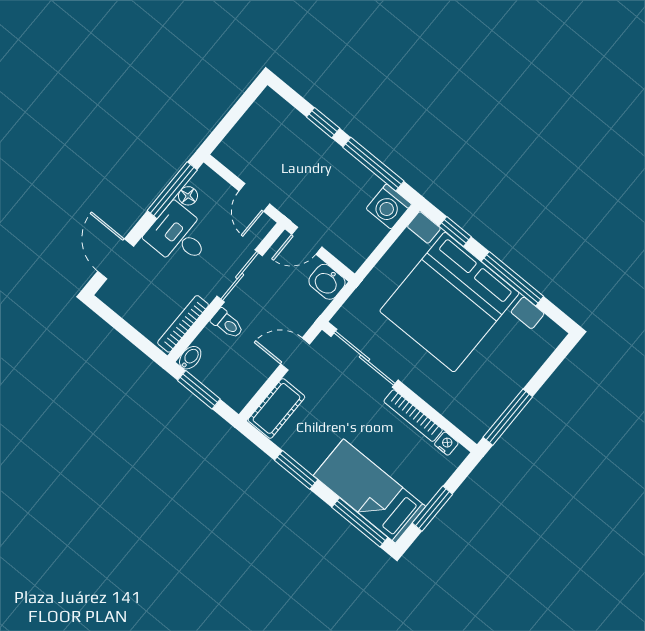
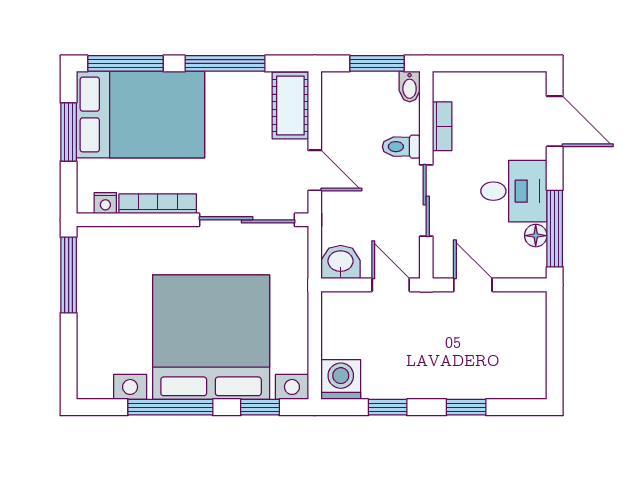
window: (373, 164) -> (388, 407), width x0.46
door: (307, 241) -> (391, 285), hinge flipped
bookcase: (183, 324) -> (442, 126), width x0.64
door: (295, 354) -> (315, 170), hinge flipped
window: (296, 470) -> (225, 63), width x1.44
bed: (369, 491) -> (140, 115), width x1.50

